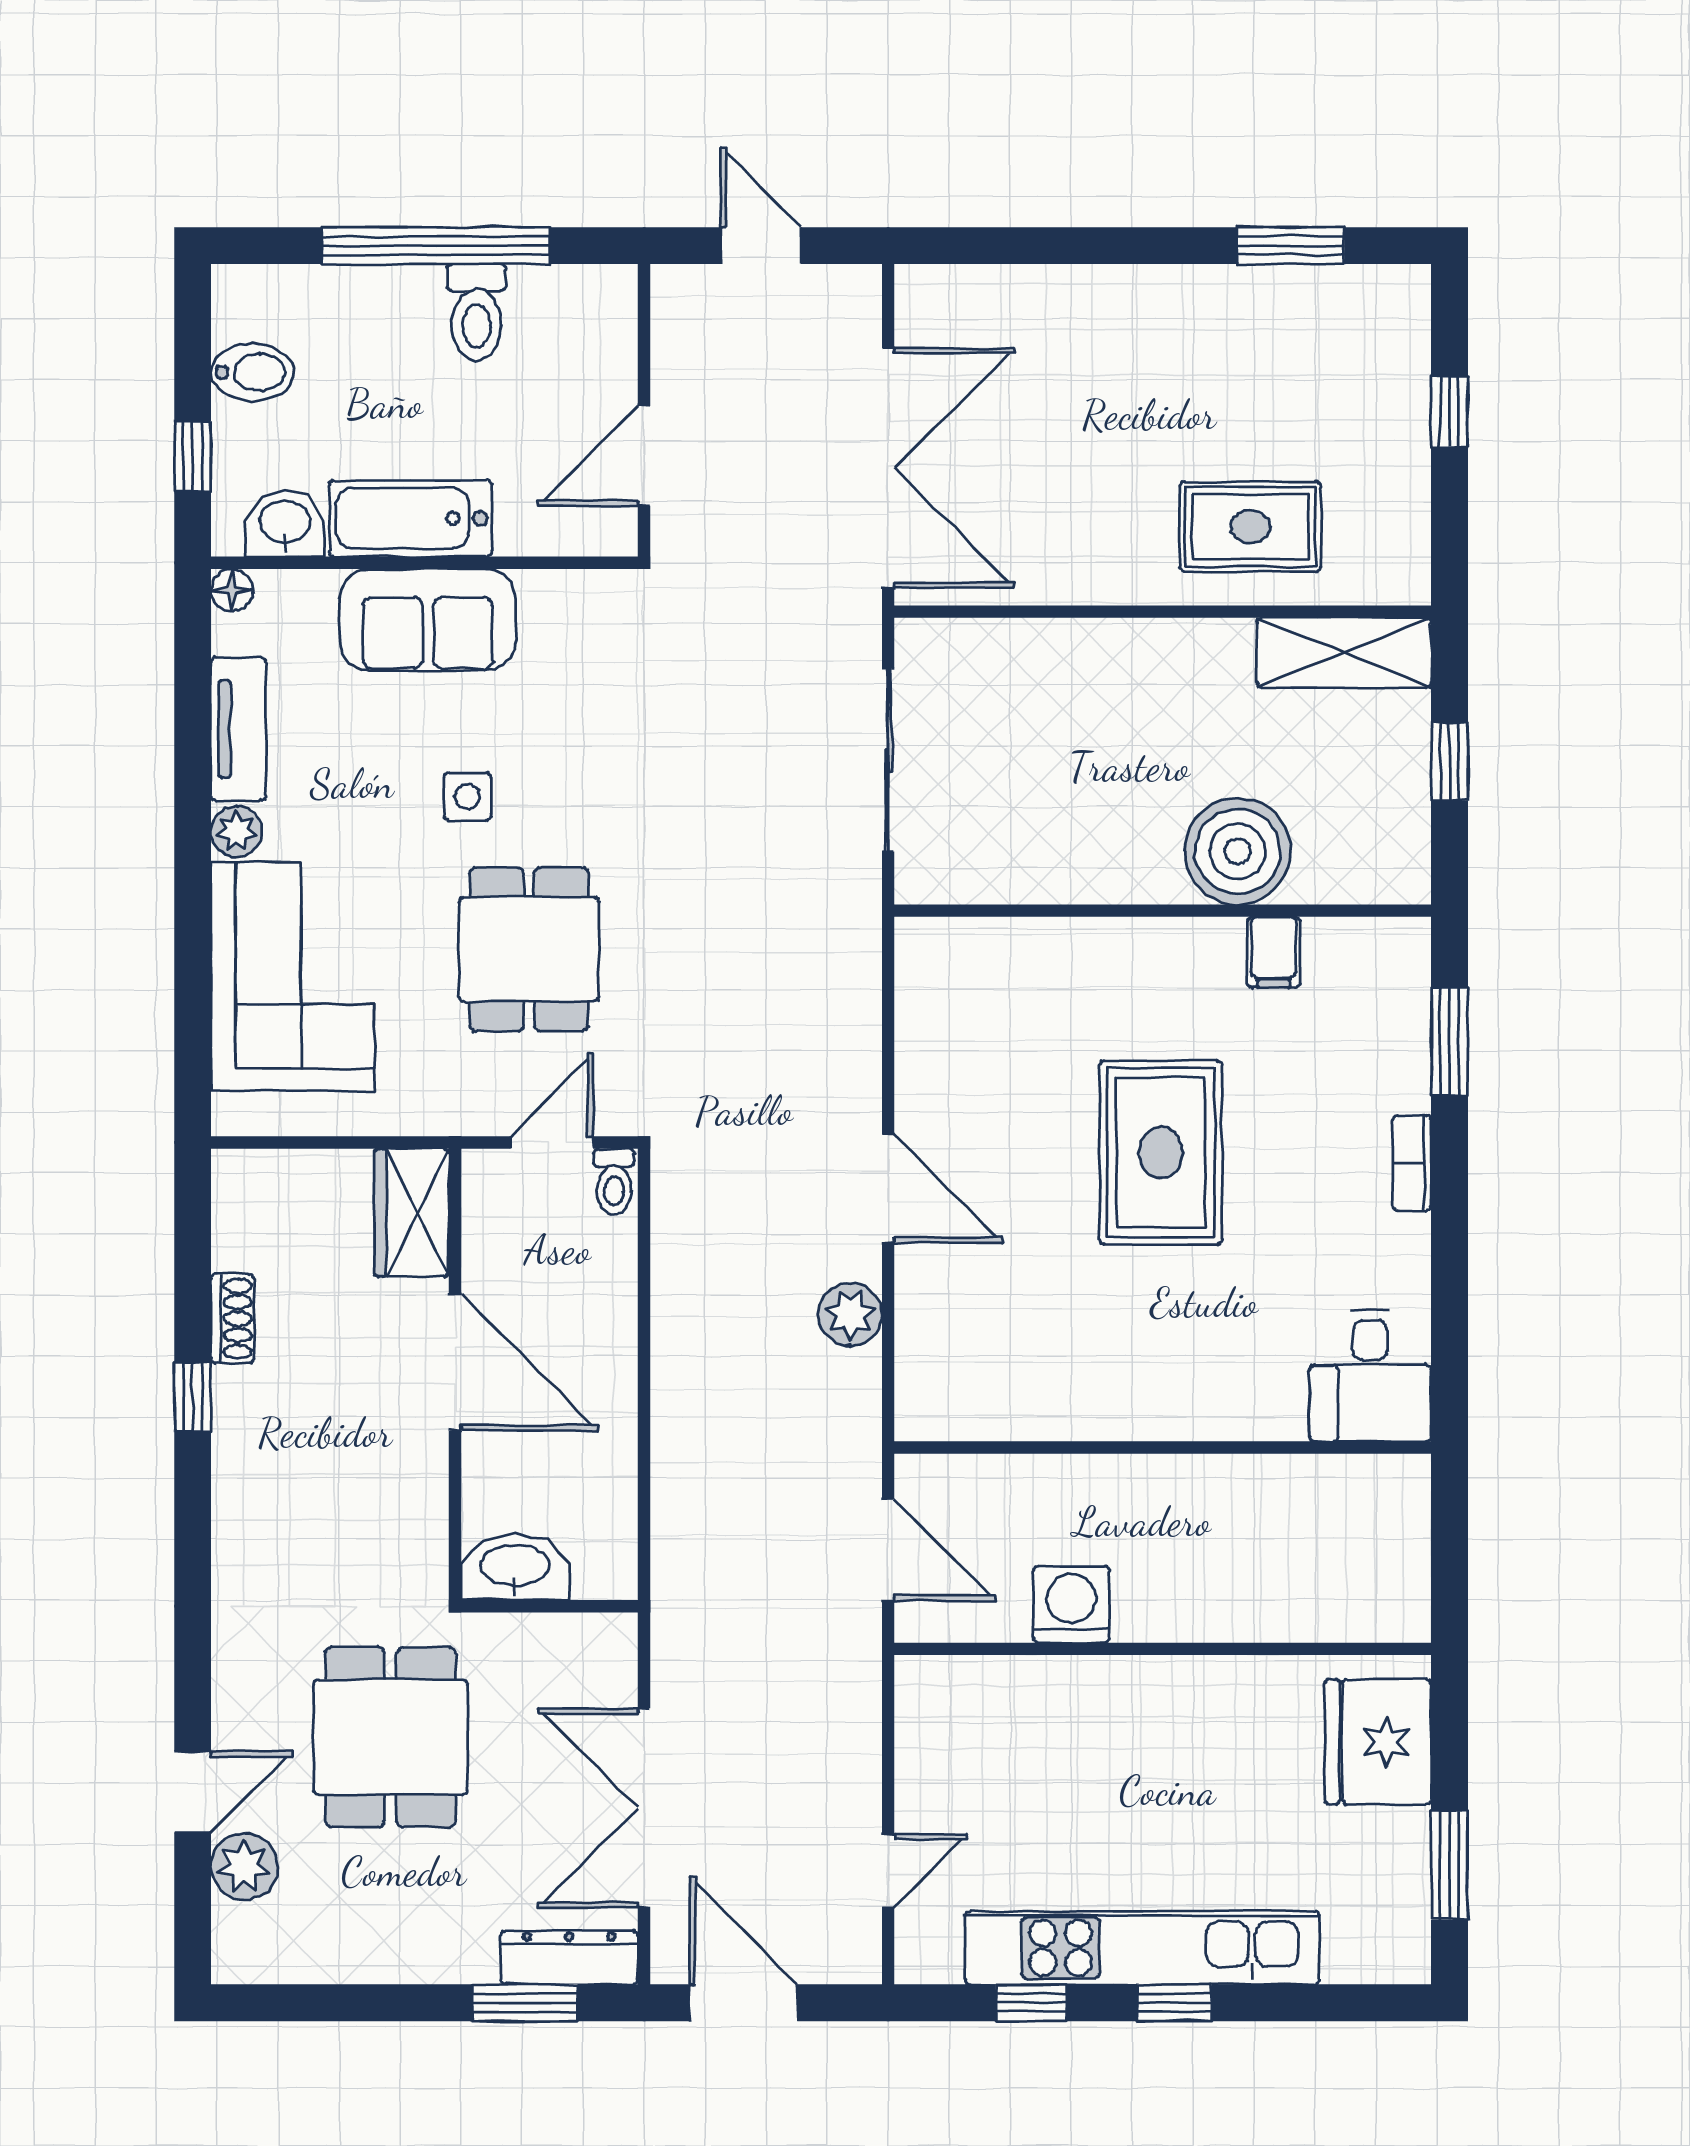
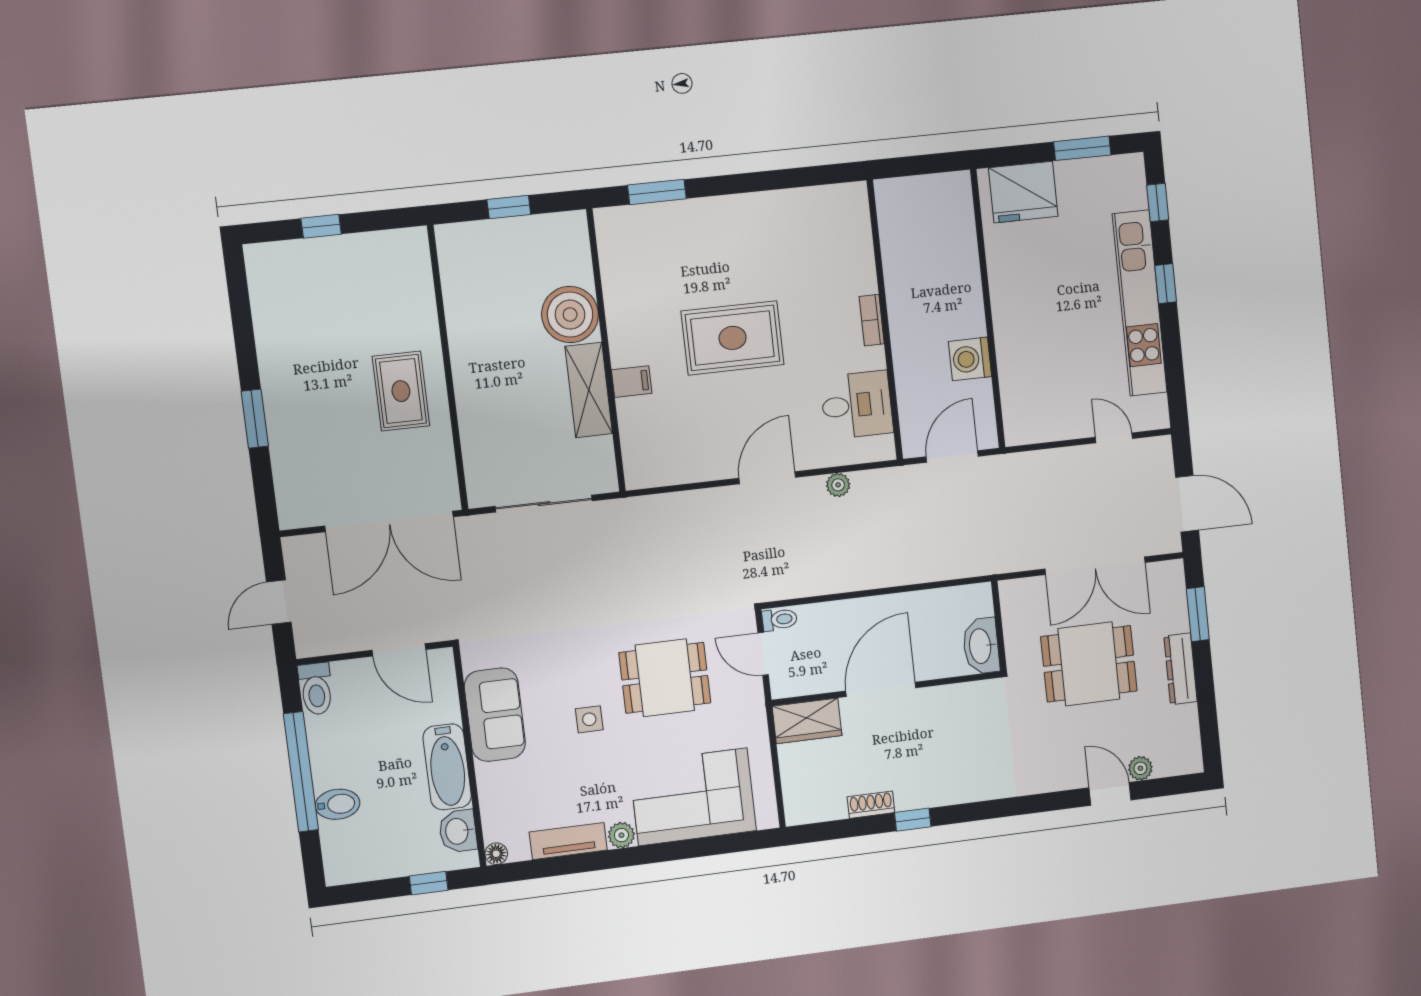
window: (1290, 246) -> (255, 419), moved
toilet: (477, 312) -> (316, 689), moved, turned 90
bidet: (253, 372) -> (338, 804), moved, turned 90
double door: (888, 468) -> (389, 521), swing flipped
rug: (1250, 527) -> (401, 391), moved
sofa: (428, 620) -> (495, 715), moved
shelving: (1344, 653) -> (589, 390), moved
filing cabinet: (1274, 952) -> (632, 382), moved
bookcase: (1412, 1163) -> (872, 320), moved, turned 90
plant: (850, 1314) -> (838, 485), width x0.73, depth x0.73
desk: (1370, 1376) -> (857, 405), moved
dining table: (390, 1737) -> (1089, 664), moved
plant: (244, 1867) -> (1140, 768), width x0.73, depth x0.73
dresser: (569, 1958) -> (1181, 669), moved
door: (743, 2003) -> (1187, 504), swing flipped
window: (1031, 2003) -> (1158, 202), moved

